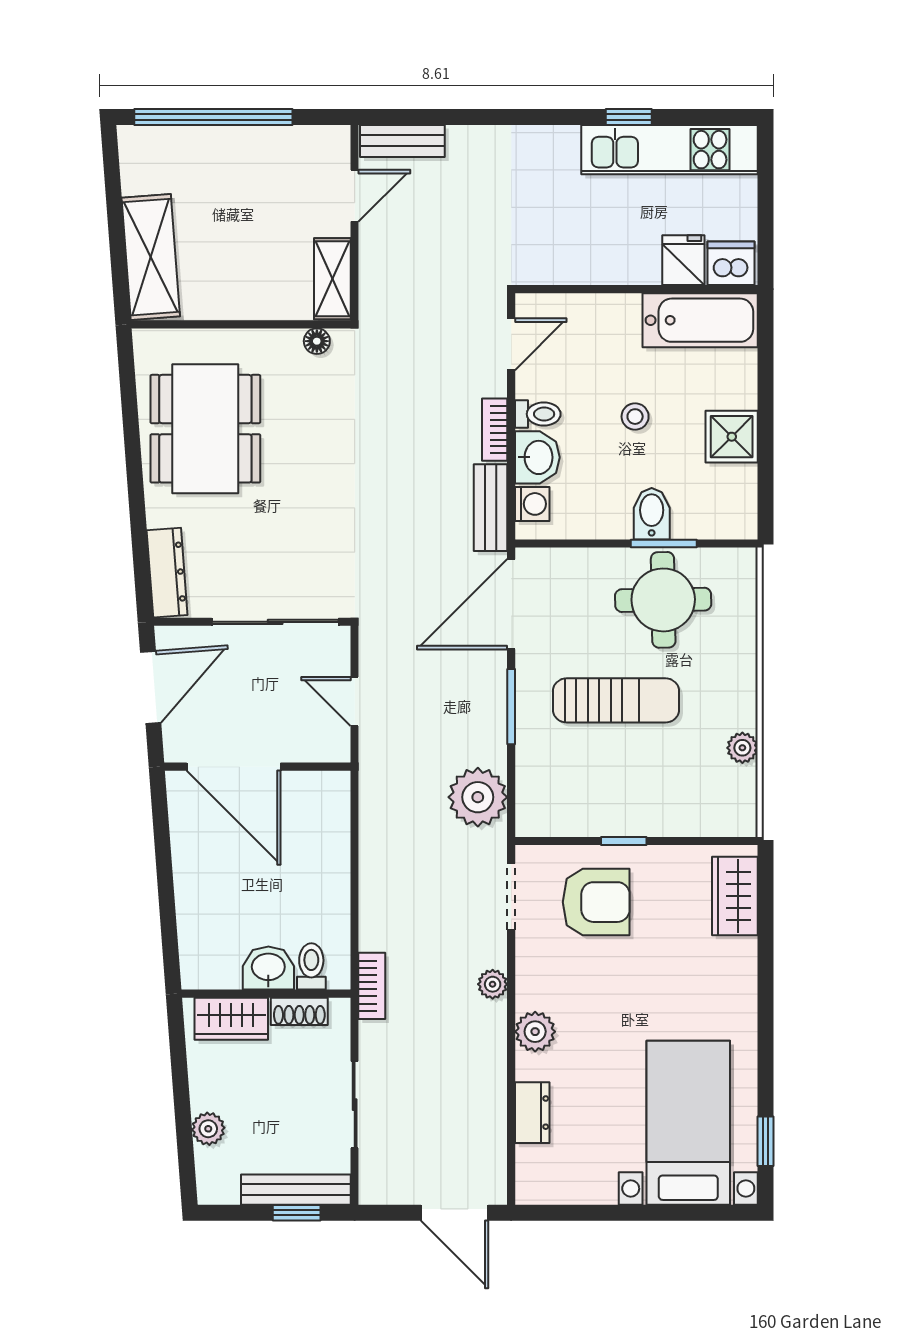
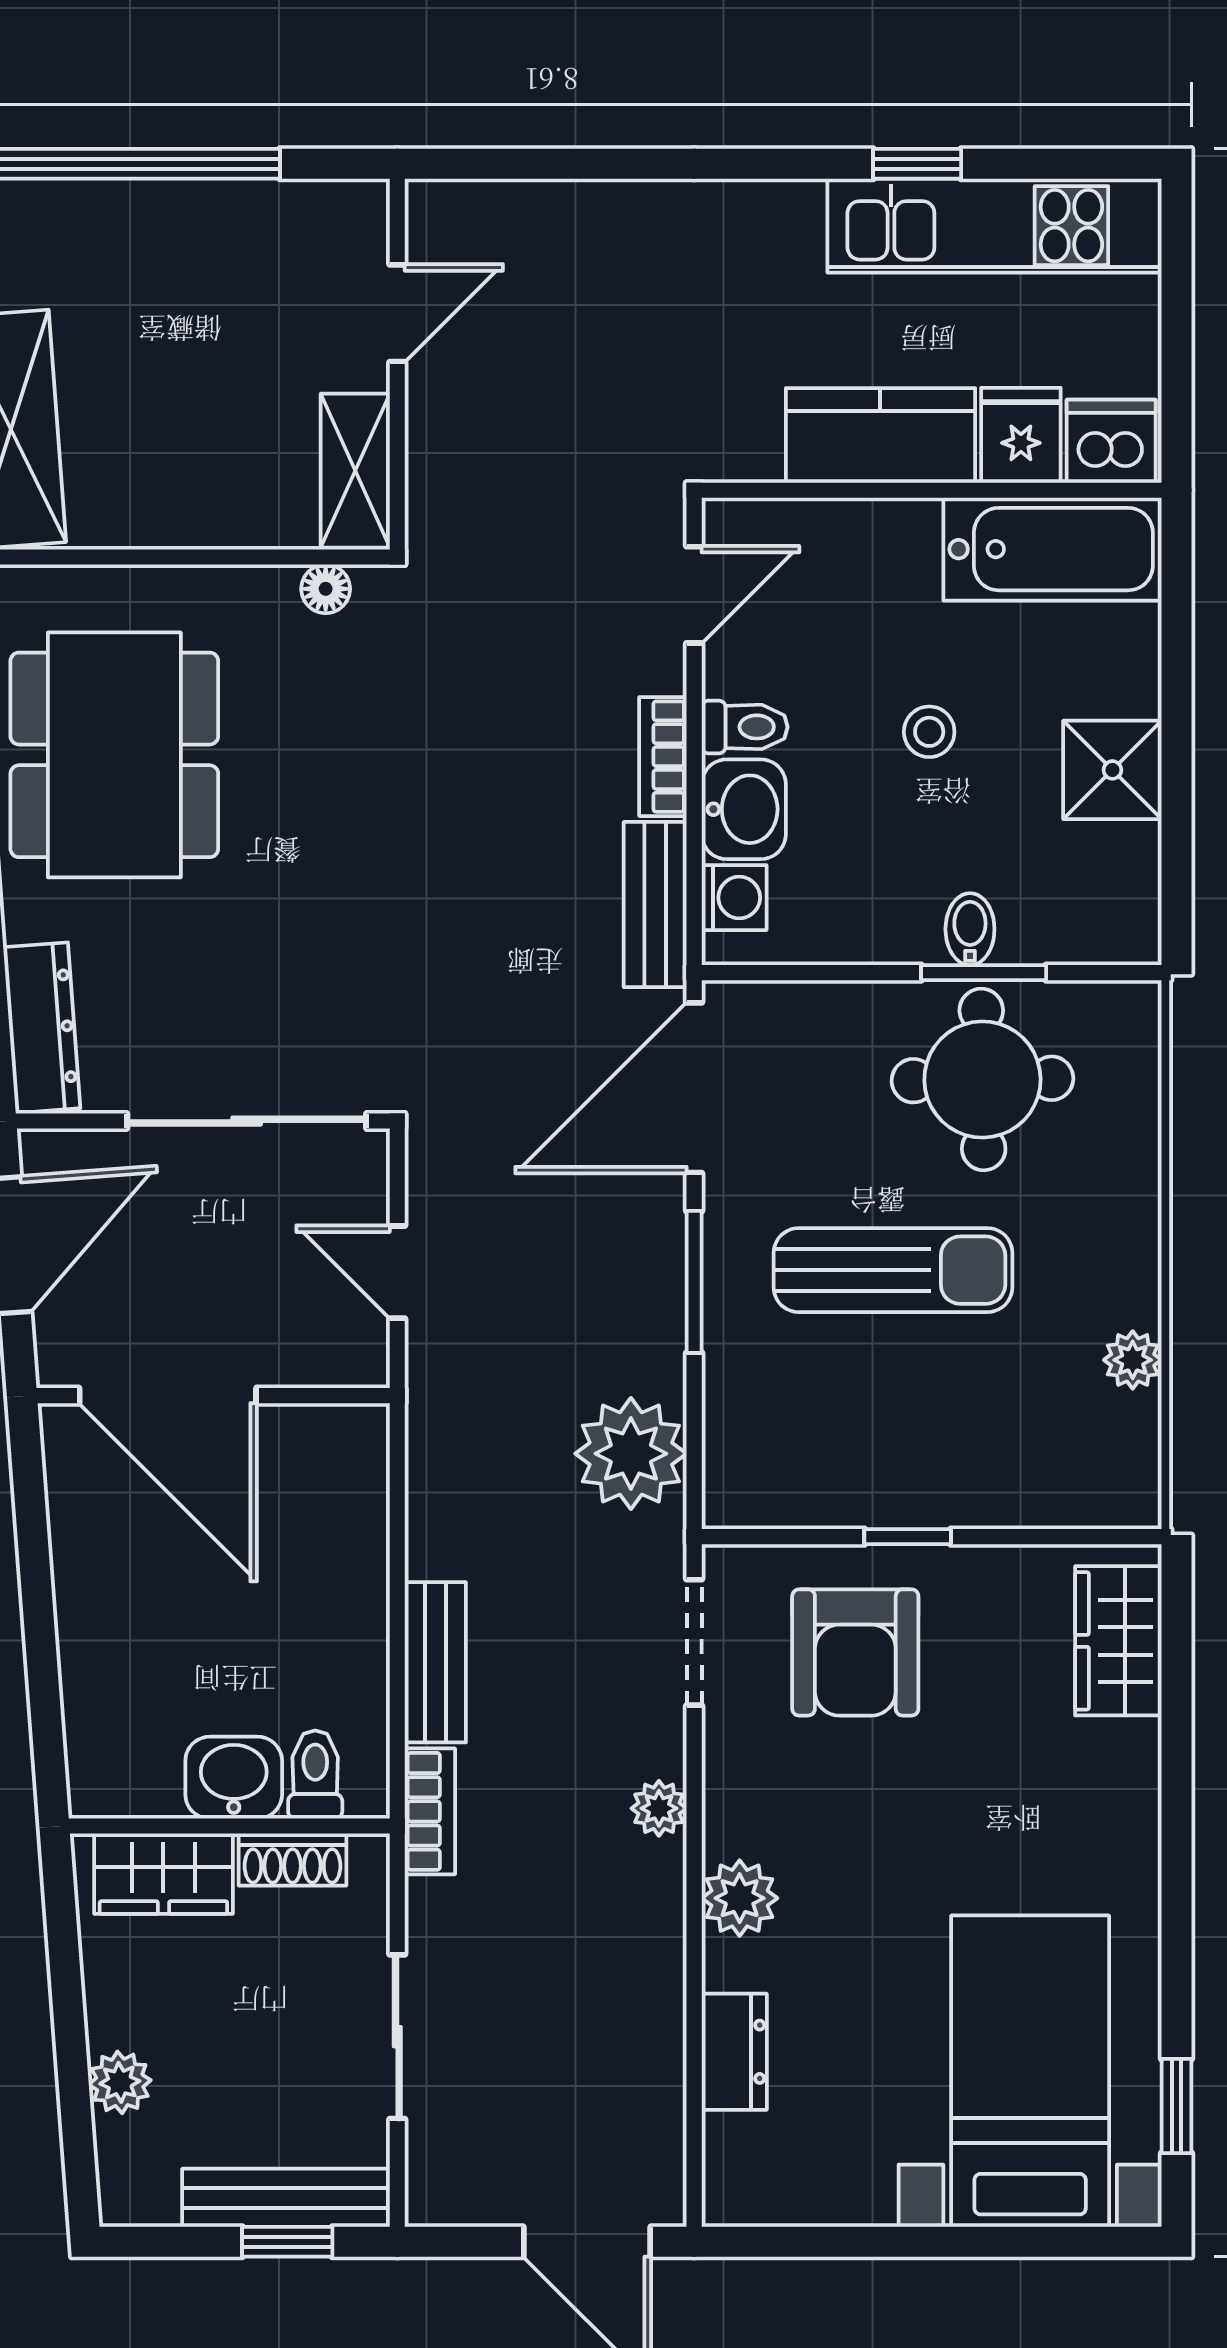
bench: (402, 141) -> (435, 1662), moved, turned 90
kitchen counter: (609, 260) -> (880, 435), added
bidet: (652, 514) -> (970, 929), width x0.72, depth x0.74
armchair: (596, 902) -> (855, 1652), turned 90

